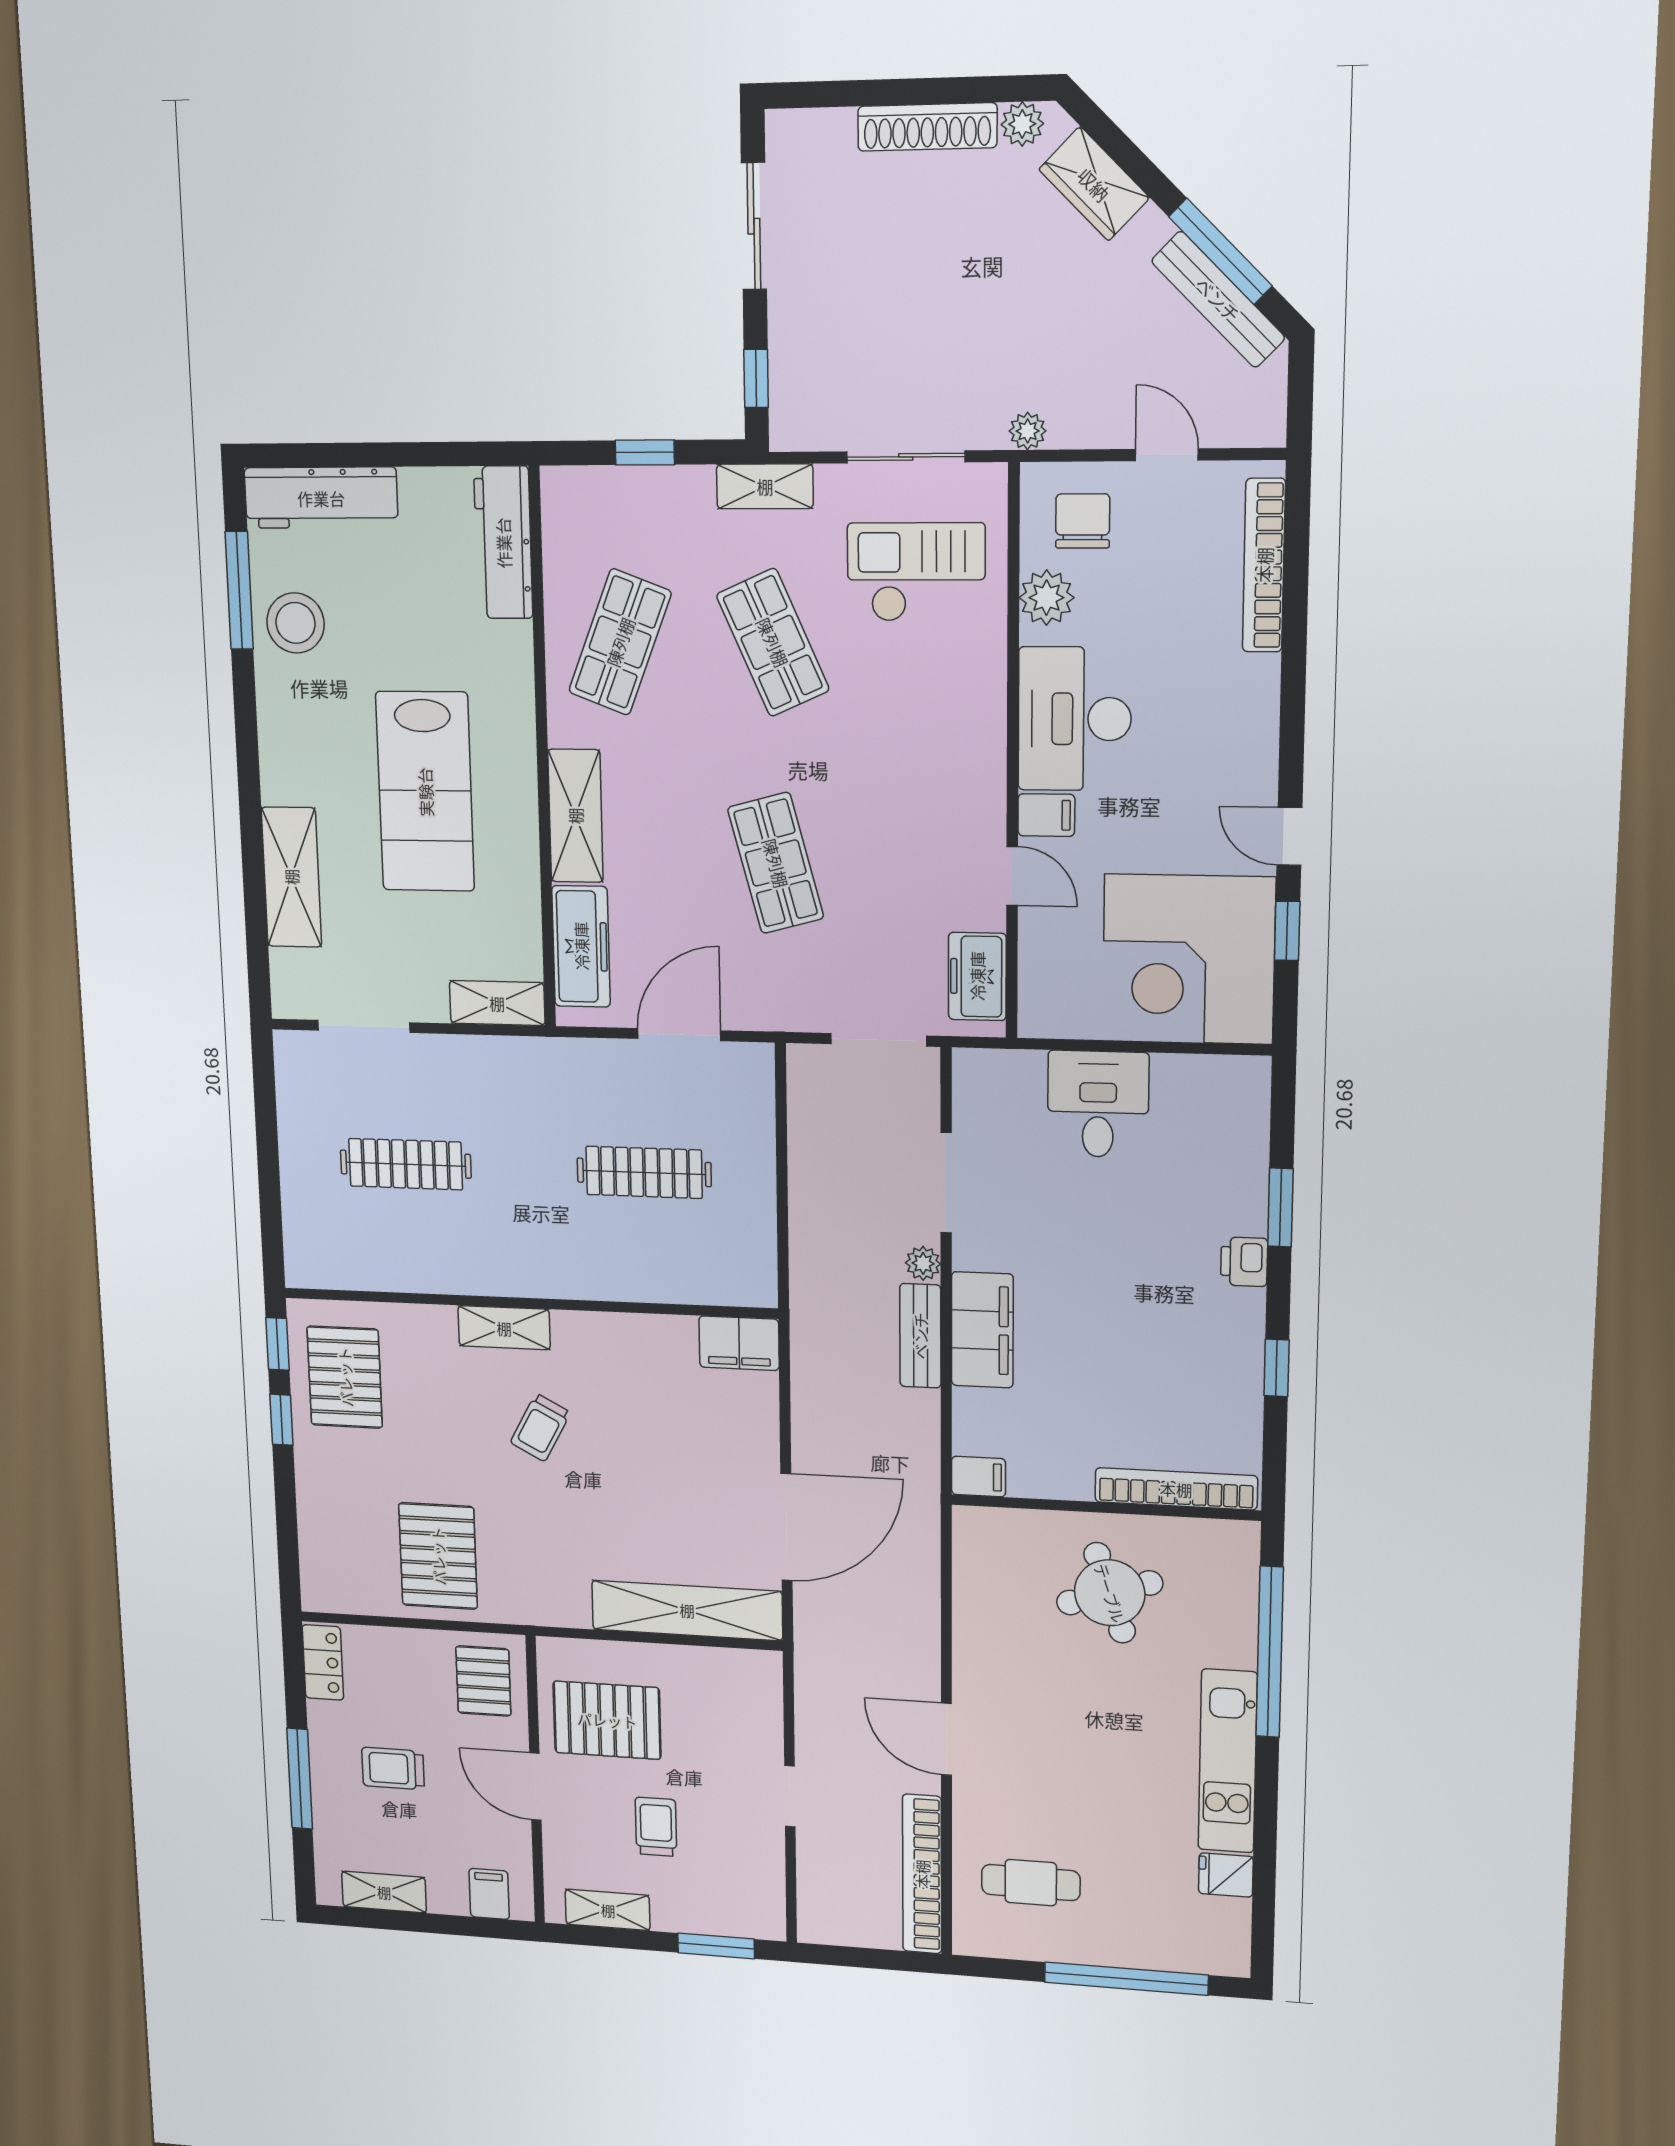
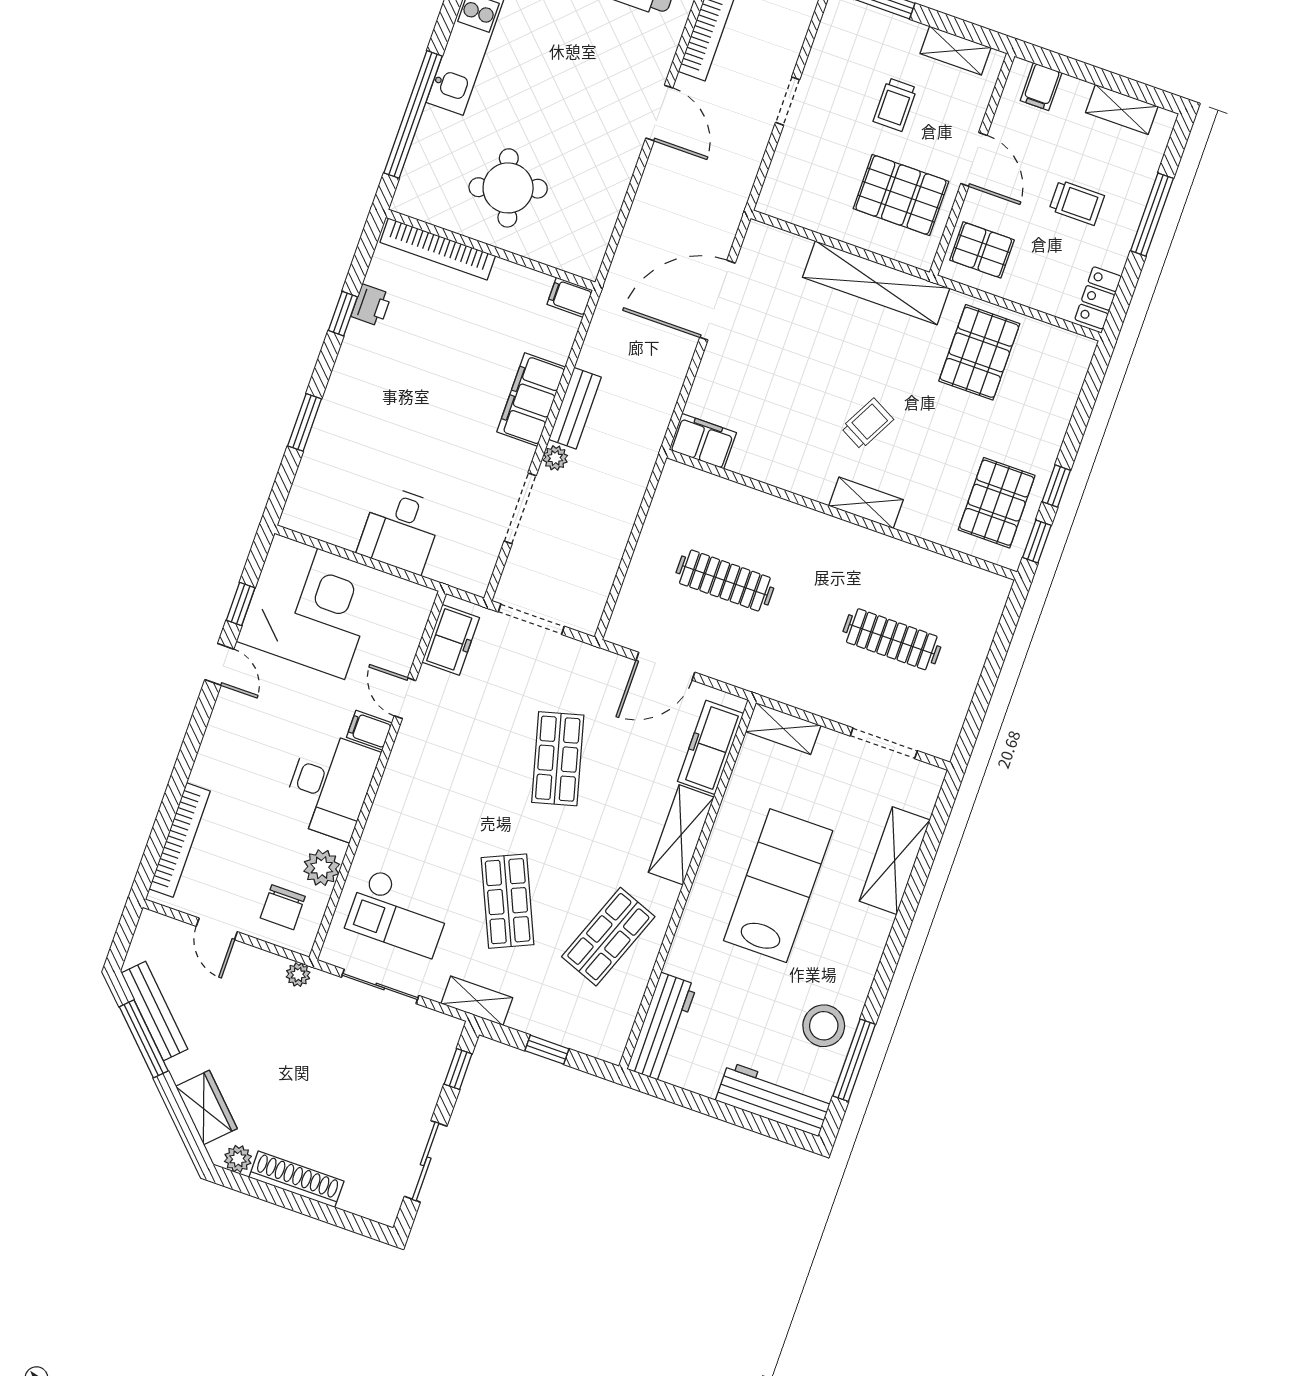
printer: (1244, 1262) -> (371, 305), moved
shelving: (687, 1610) -> (876, 283), moved
pallet: (483, 1681) -> (982, 250), turned 90

